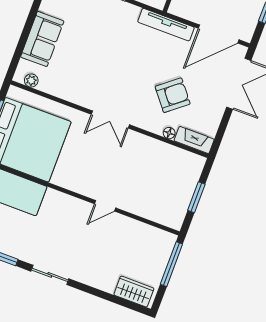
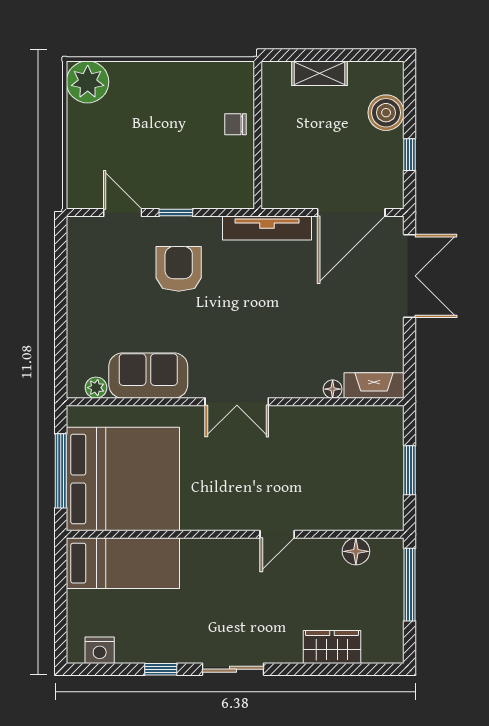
sofa: (42, 39) -> (148, 376), moved, turned -90
armchair: (173, 95) -> (179, 269), moved, turned -51
floor lamp: (147, 233) -> (356, 551), added
wardrobe: (134, 292) -> (332, 647), moved

